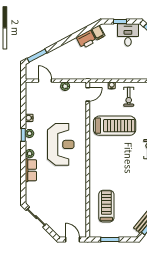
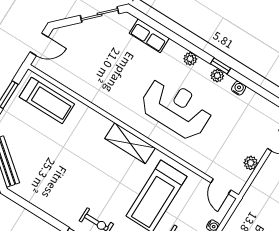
reception desk: (61, 144) -> (176, 108), turned 180
shelving: (95, 158) -> (130, 143), added
row of seats: (31, 170) -> (149, 36), moved
treadmill: (106, 206) -> (47, 101), moved

